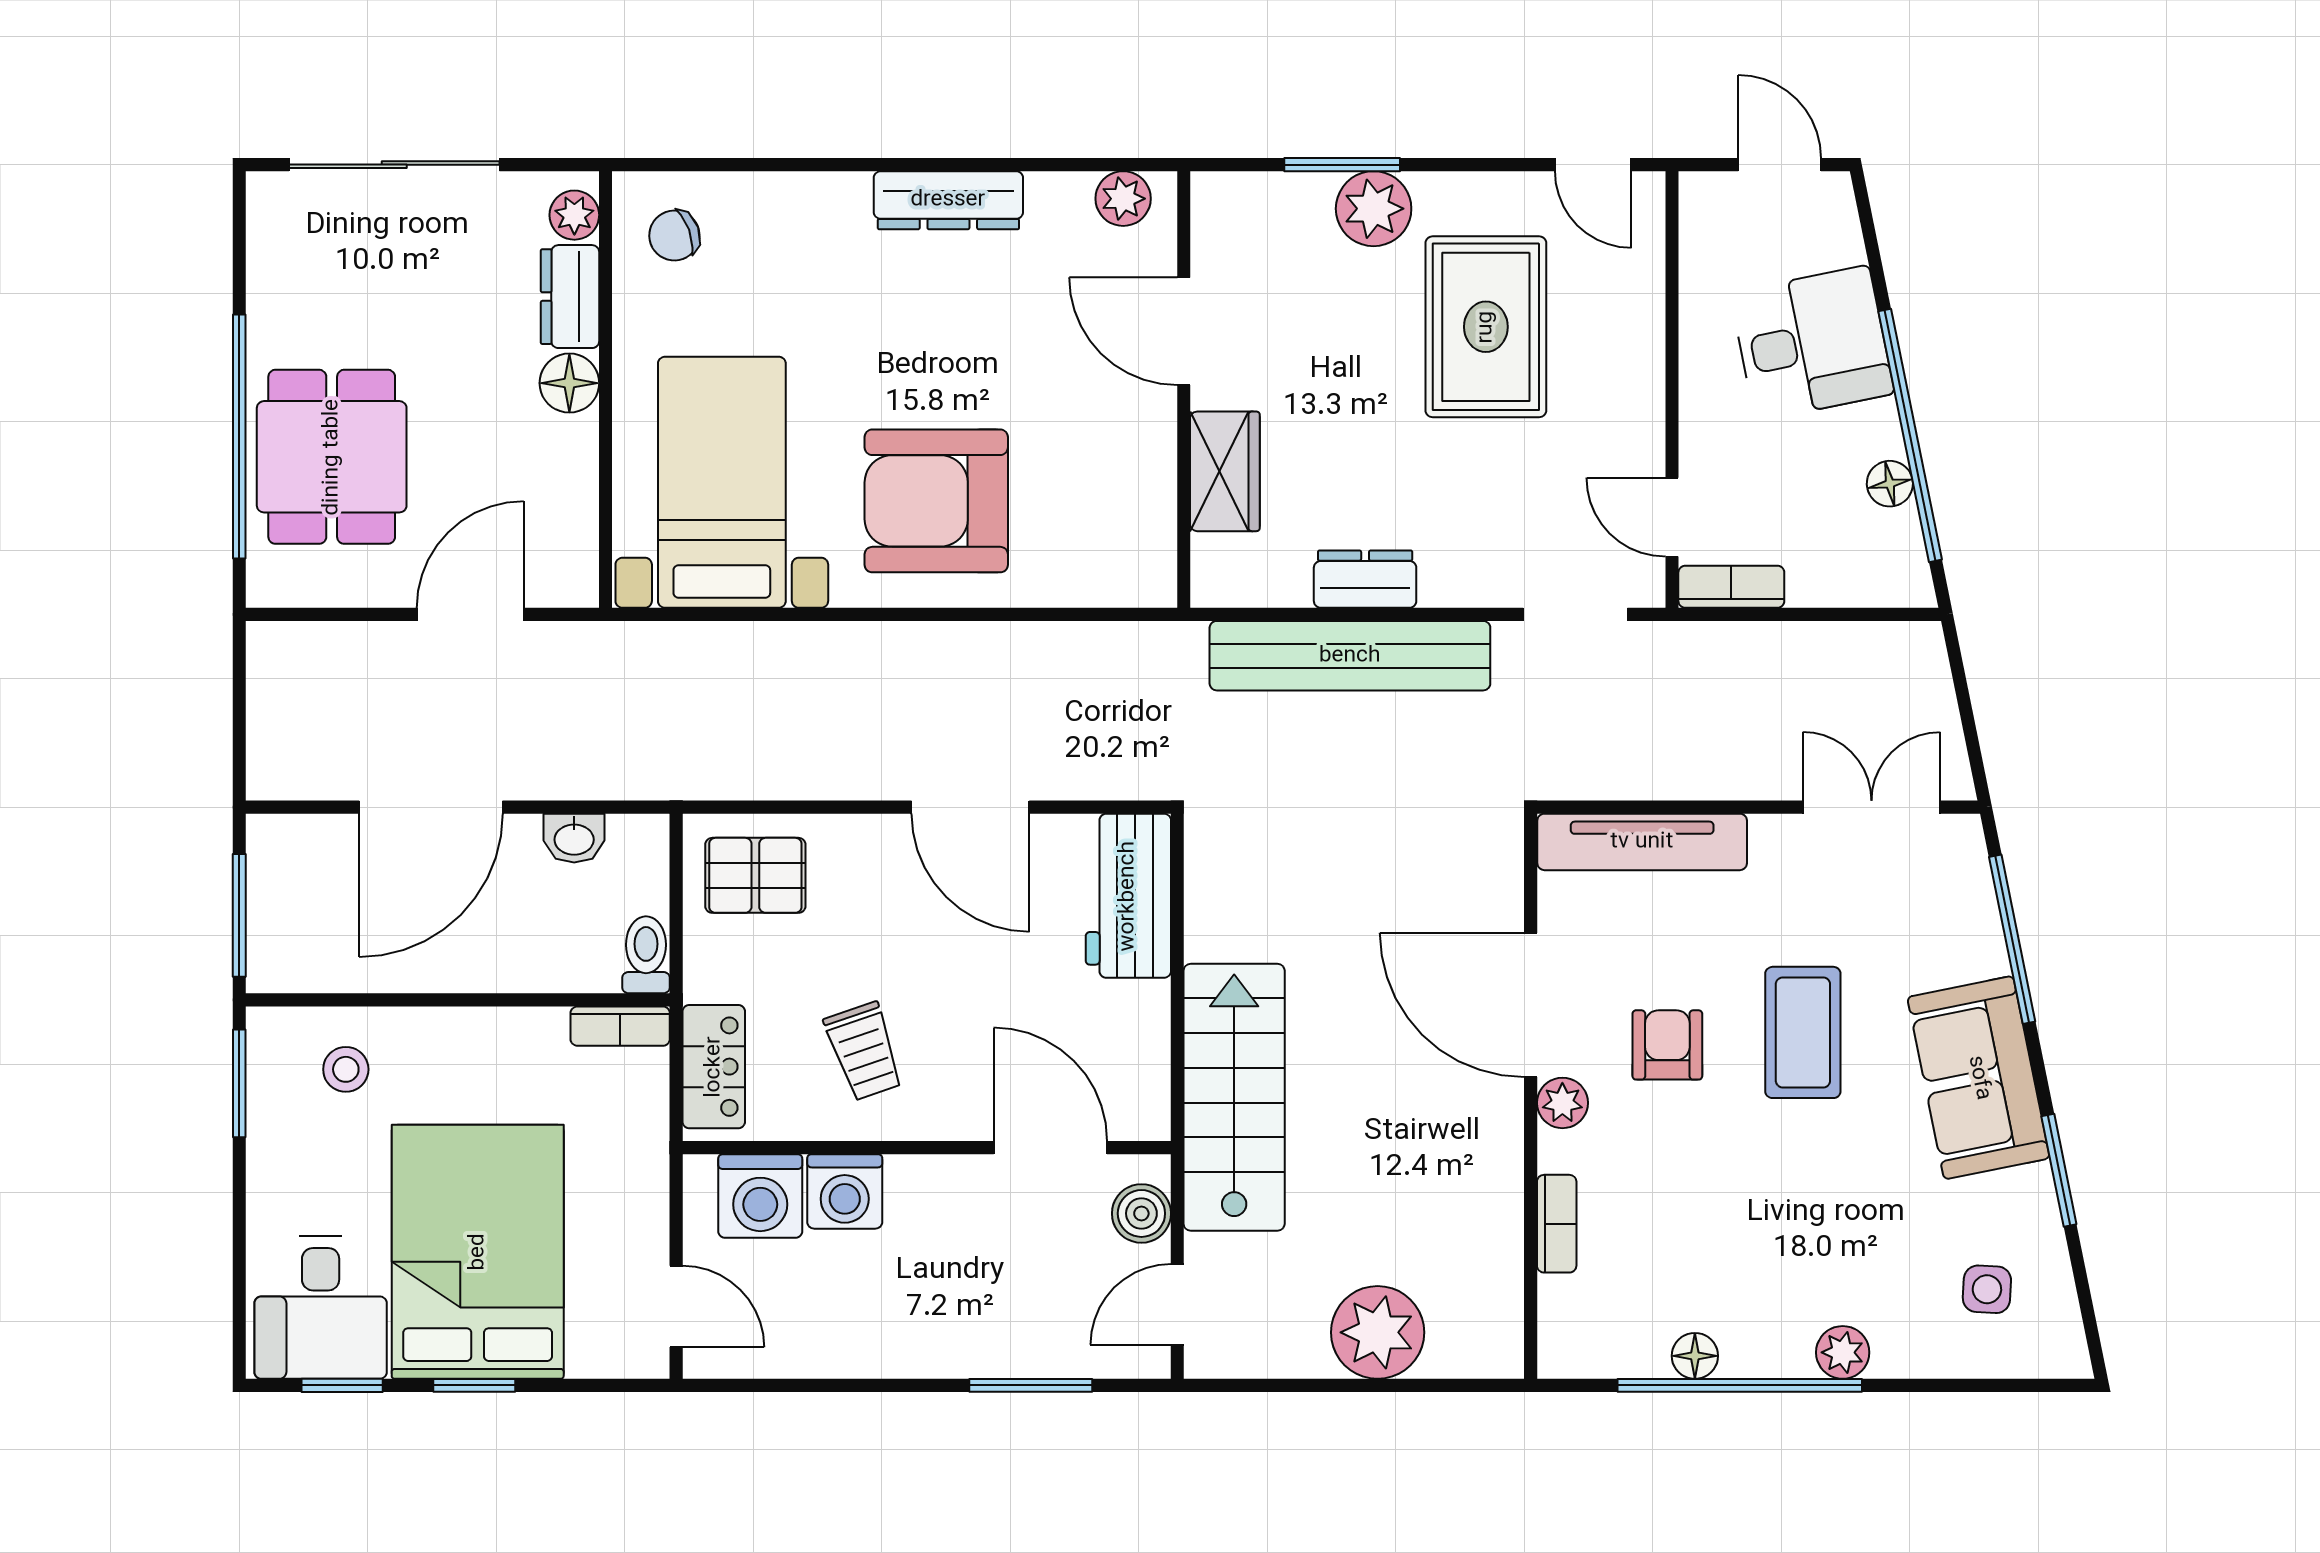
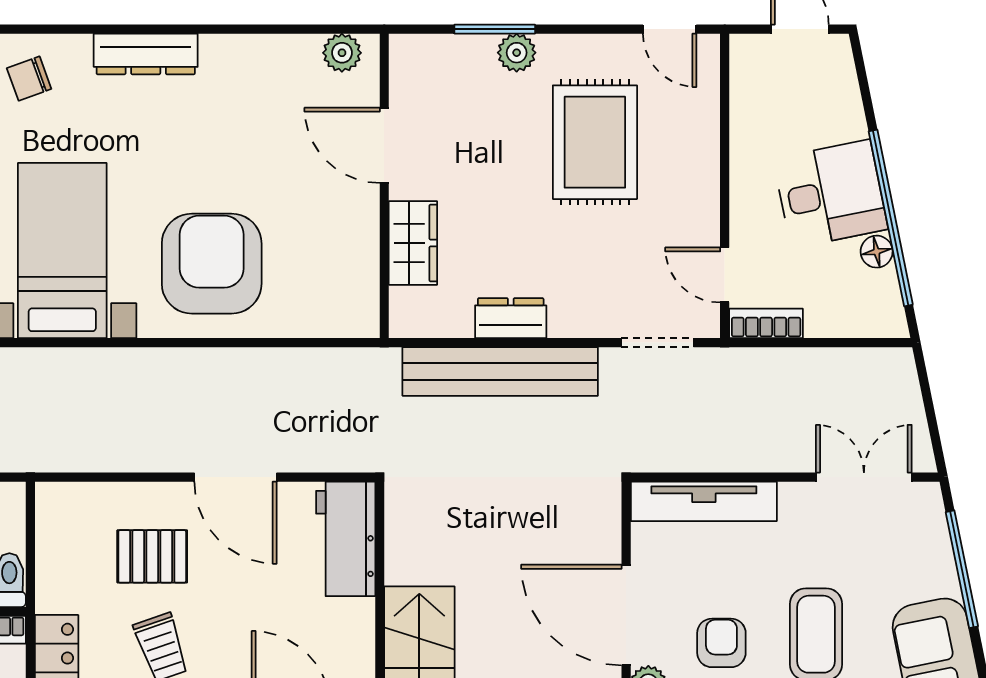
dresser: (948, 200) -> (146, 54), moved
plant: (1374, 209) -> (517, 53), width x0.73, depth x0.73
desk: (1812, 343) -> (831, 194), moved
armchair: (936, 501) -> (212, 264), turned 90
pallet: (755, 875) -> (152, 556), moved

